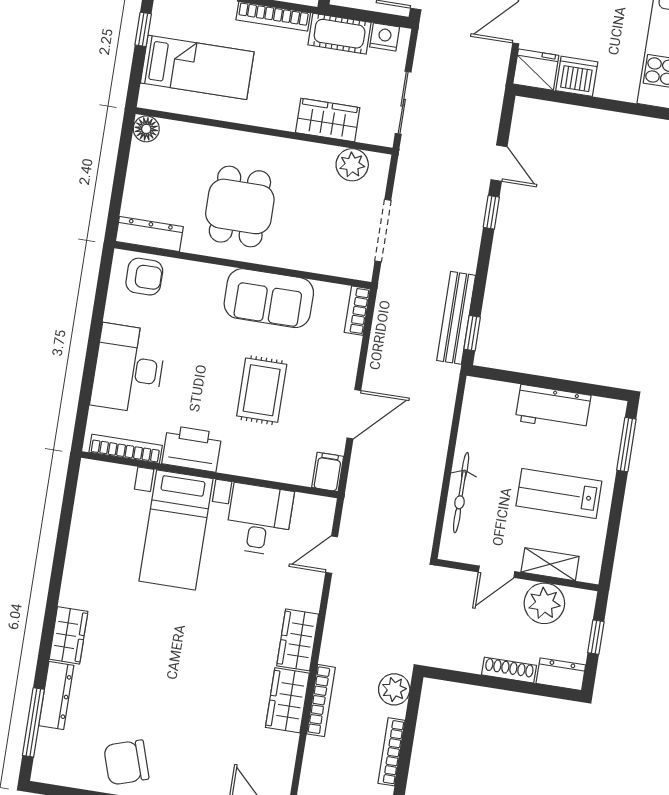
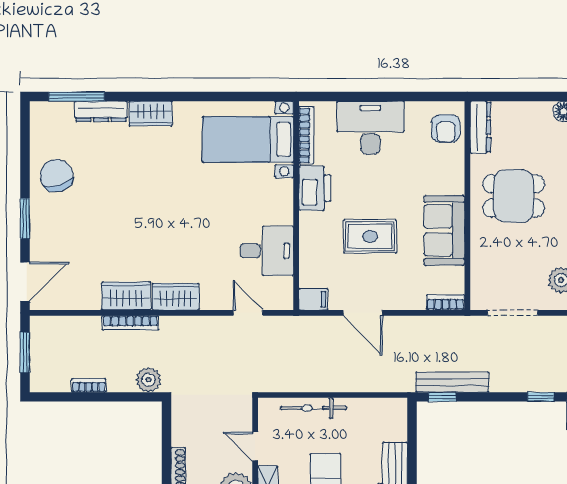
bed with nightstands: (176, 530) -> (248, 139), moved
bookcase: (391, 752) -> (89, 385), width x0.64

